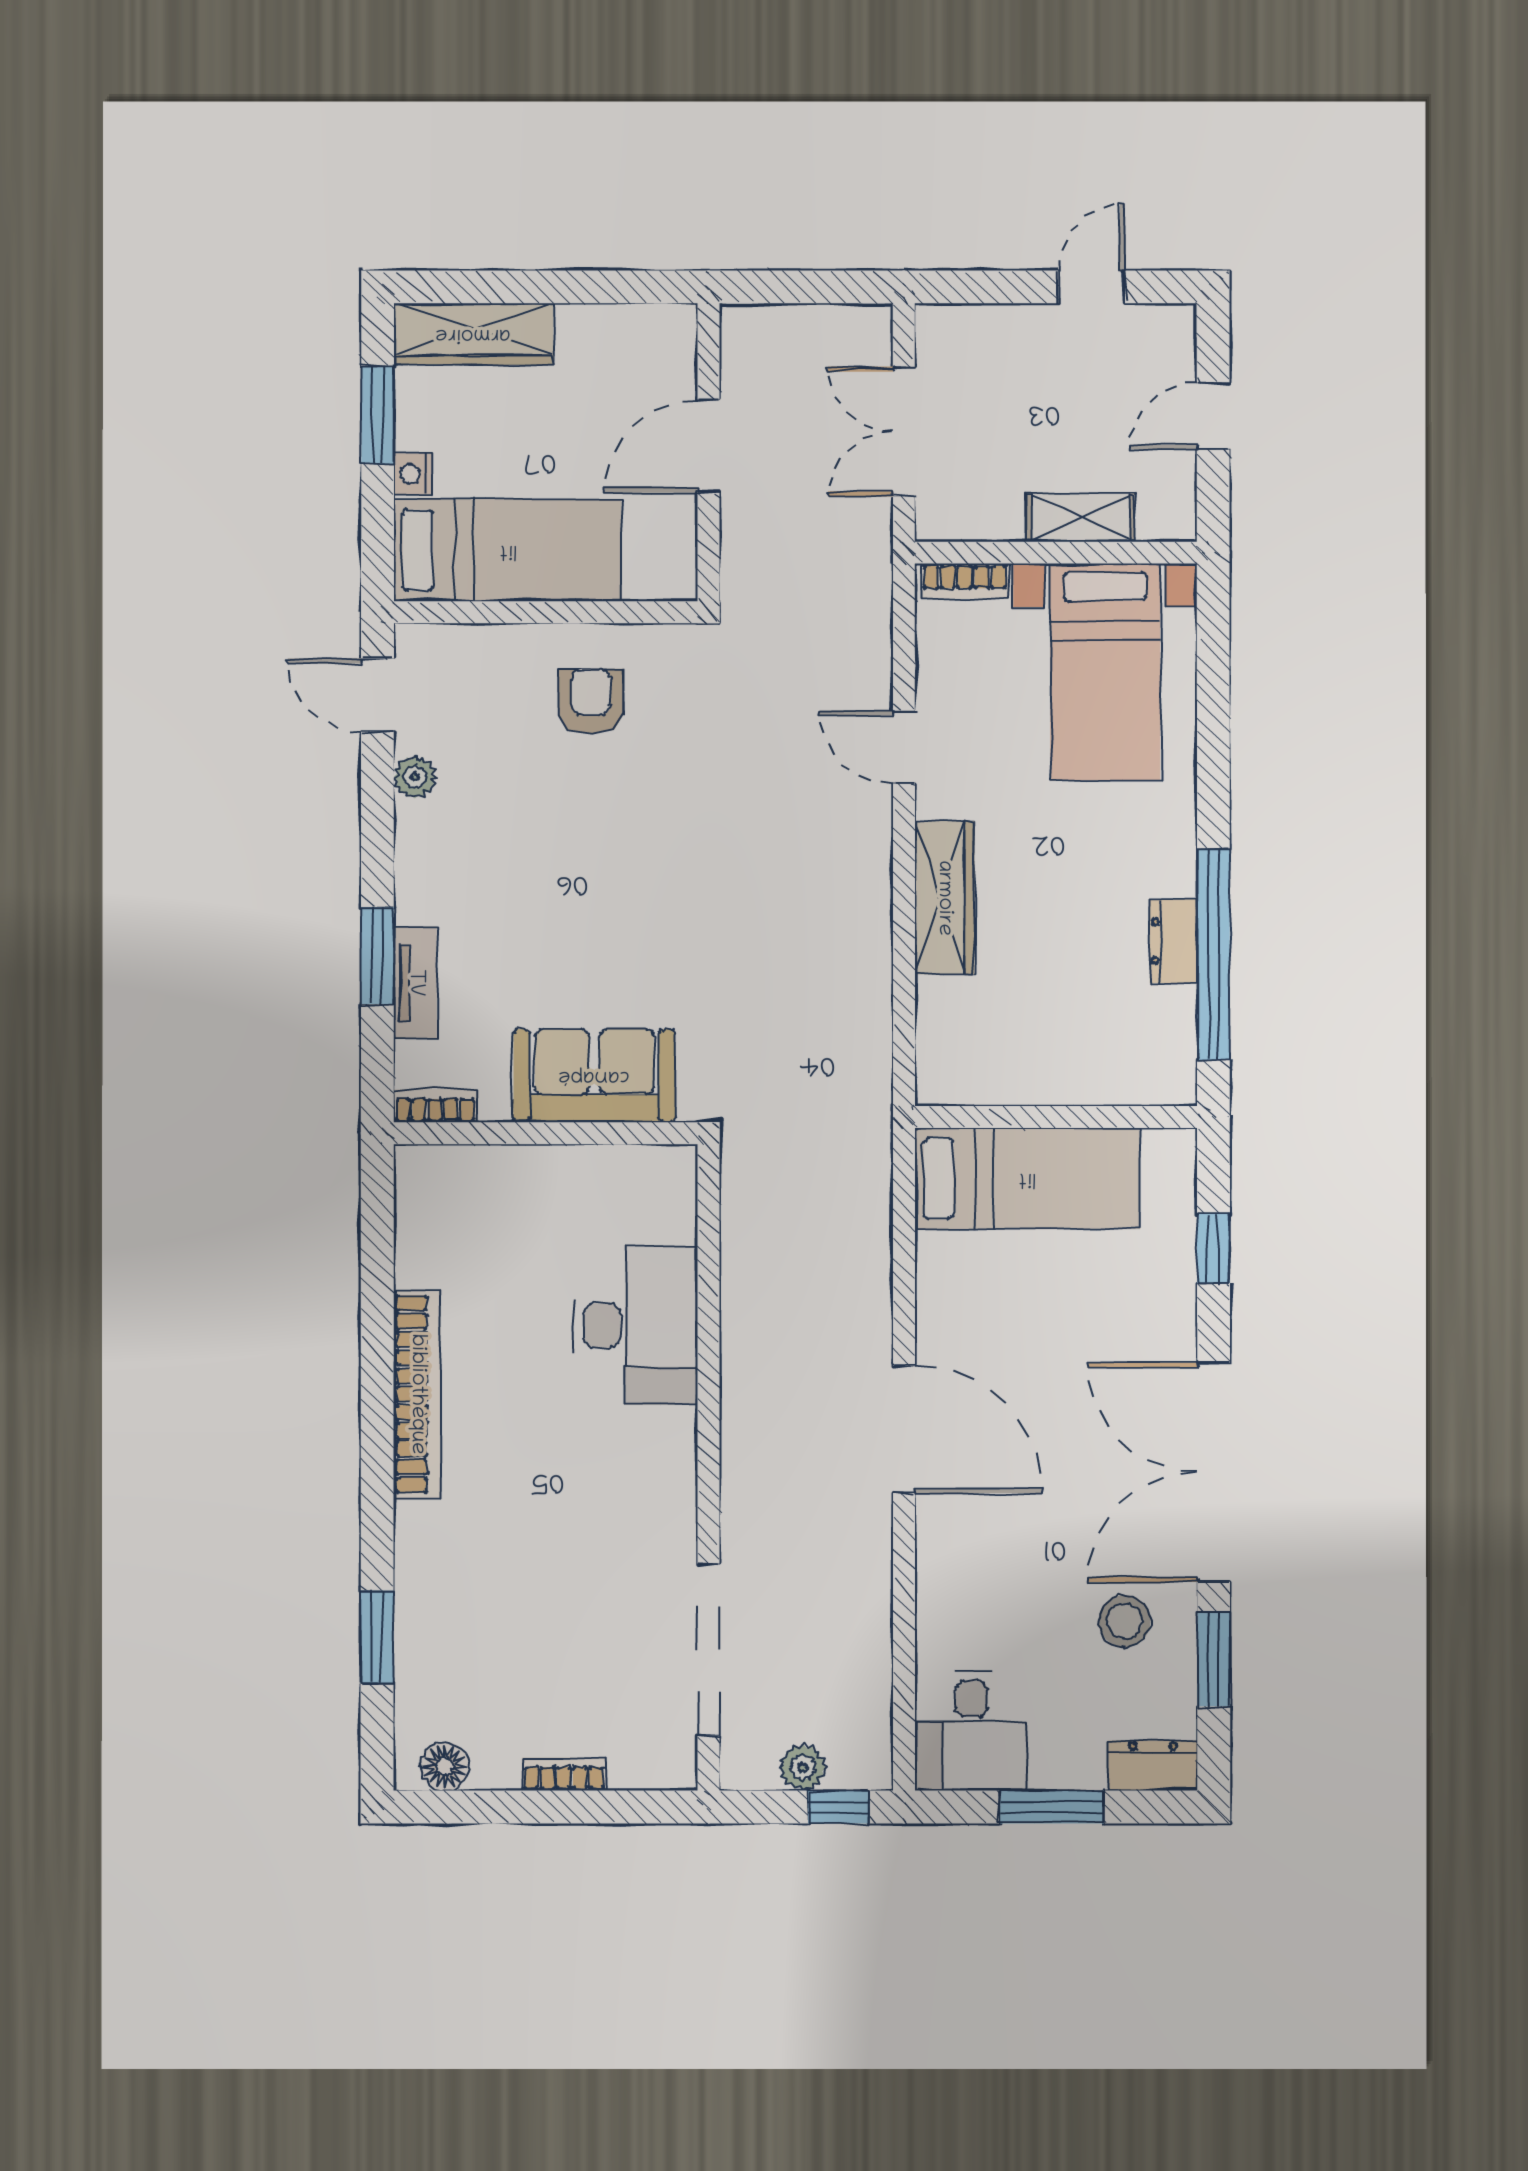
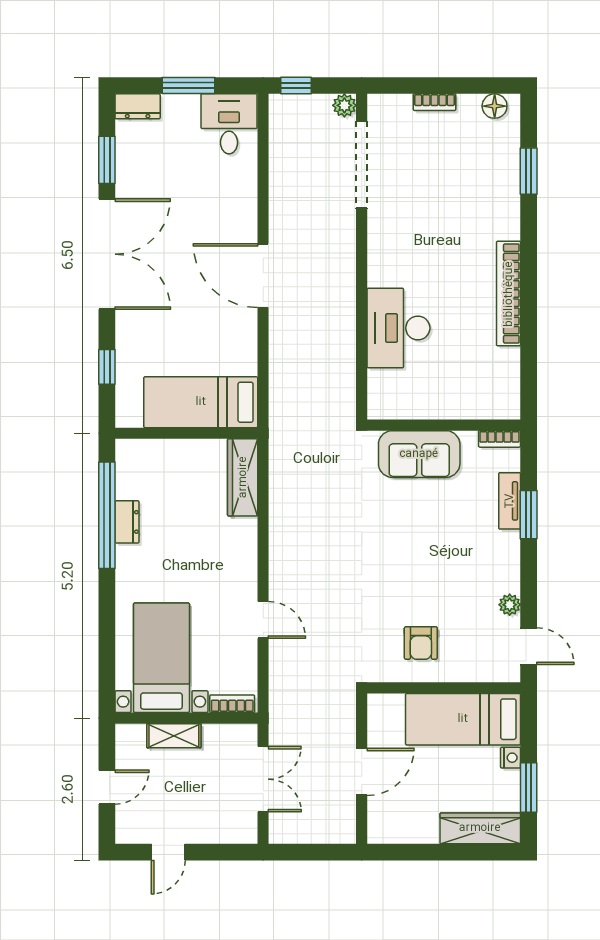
wardrobe: (944, 898) -> (243, 477), moved
stool: (1125, 1621) -> (152, 179), removed
plant: (803, 1768) -> (344, 105), moved

